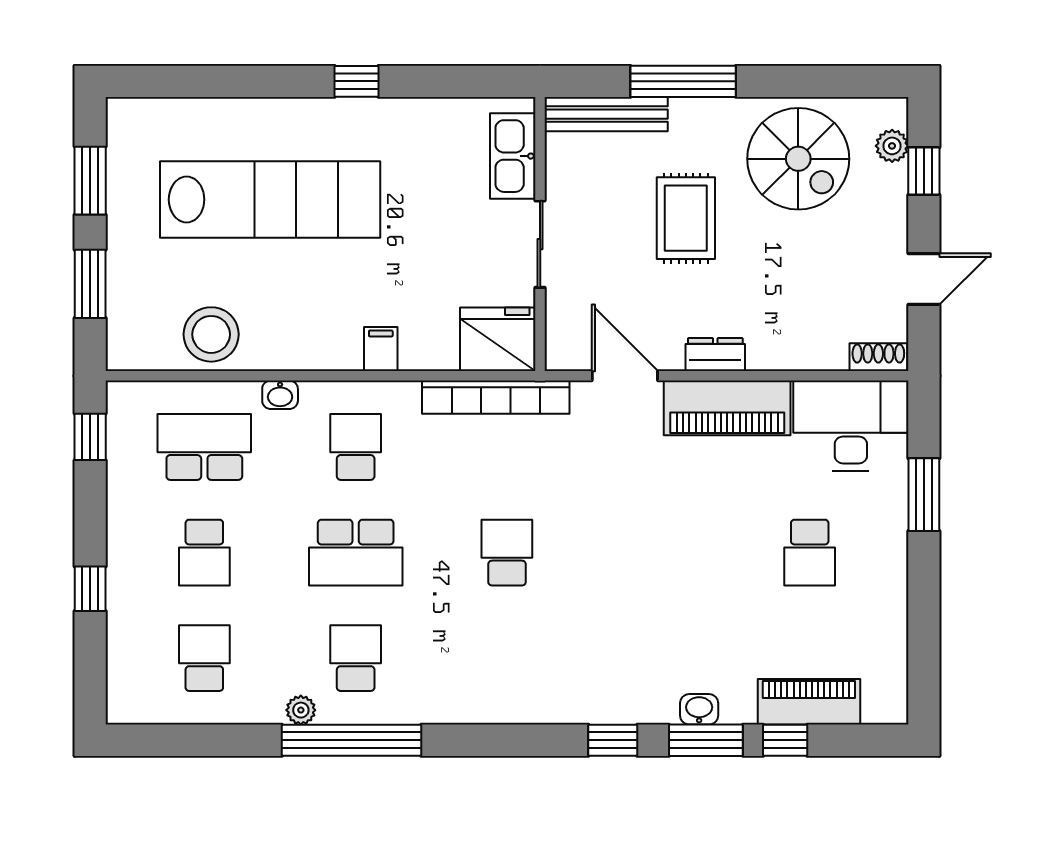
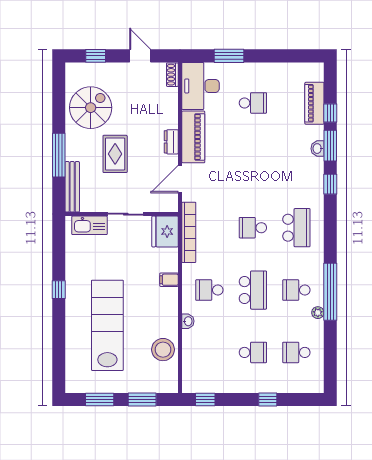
plant: (892, 146) -> (85, 69), removed
rug: (686, 218) -> (115, 154), turned 90
school desk: (204, 447) -> (296, 228), moved, turned 180

